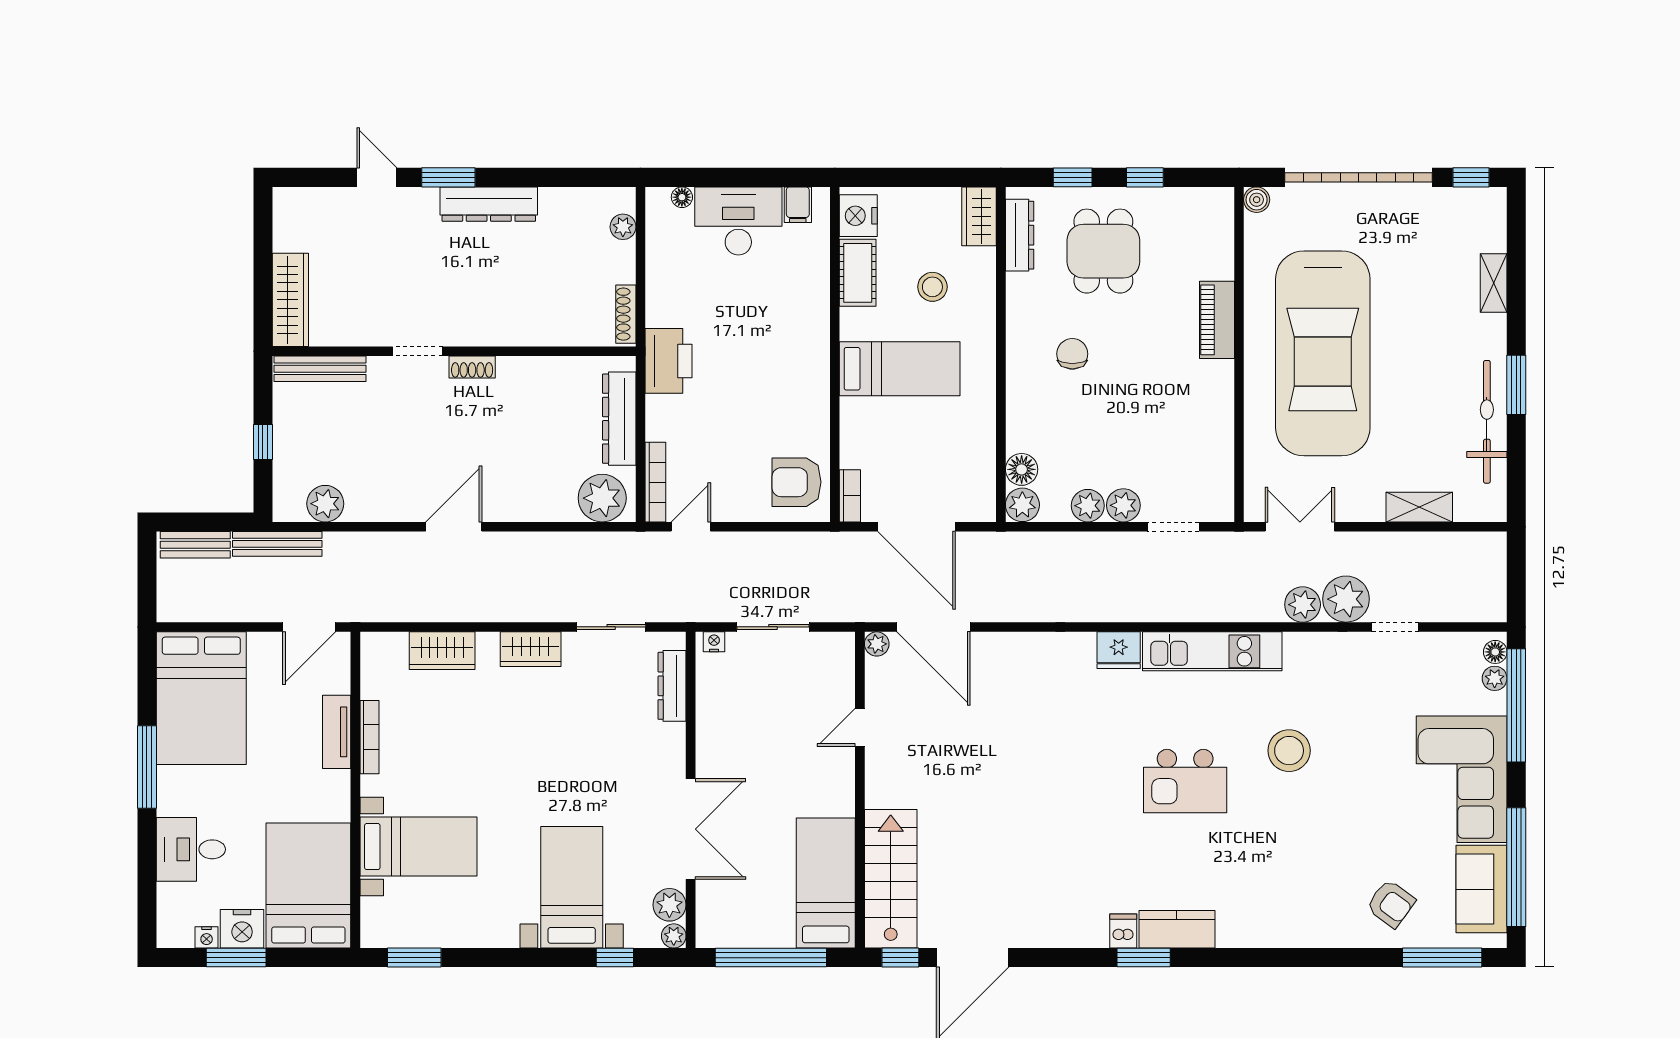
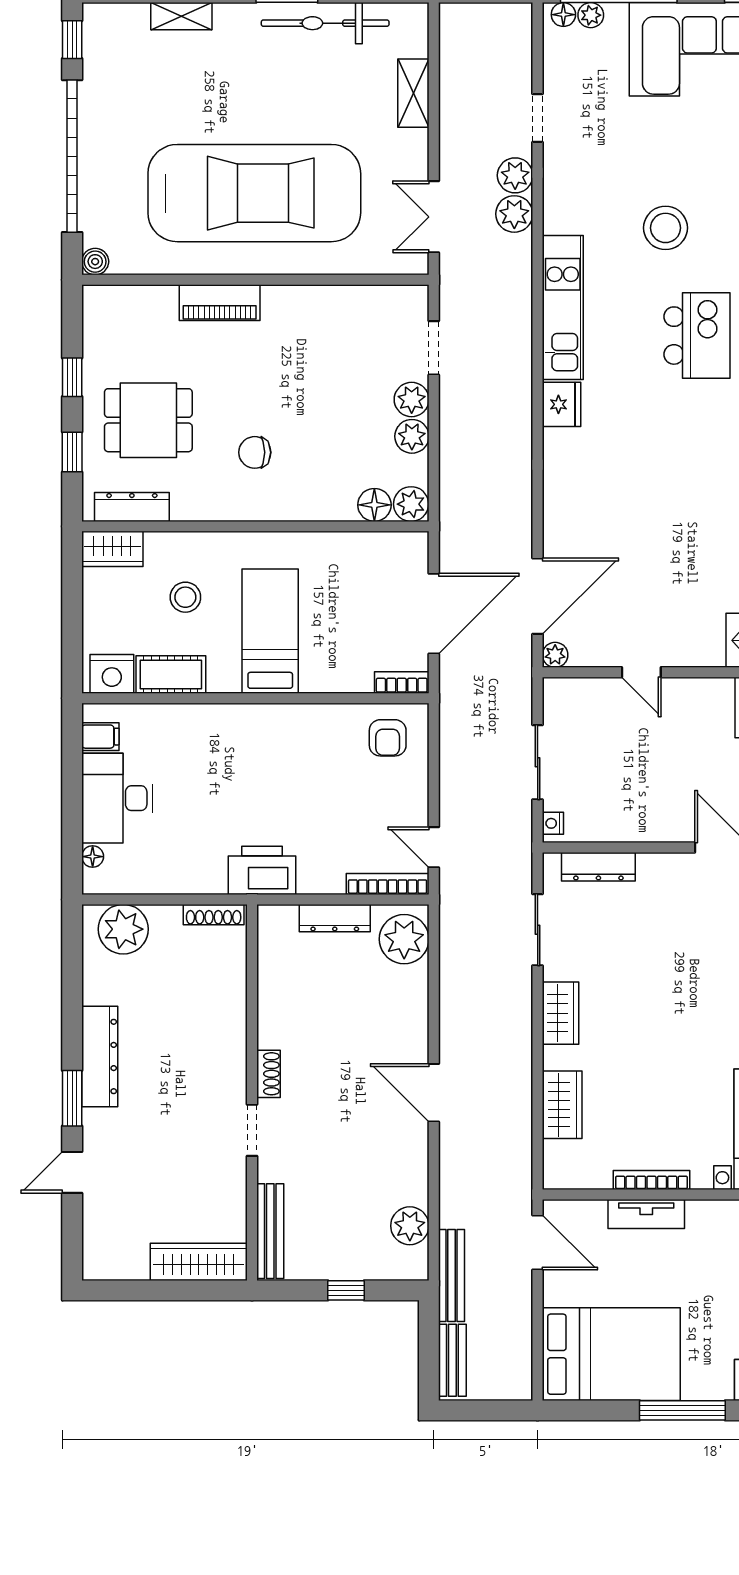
plant: (623, 227) -> (123, 929), width x1.87, depth x1.87
dresser: (619, 419) -> (335, 918), width x0.73, depth x0.80
armchair: (797, 482) -> (388, 738), width x0.72, depth x0.72
plant: (1346, 599) -> (515, 175), width x0.73, depth x0.73

